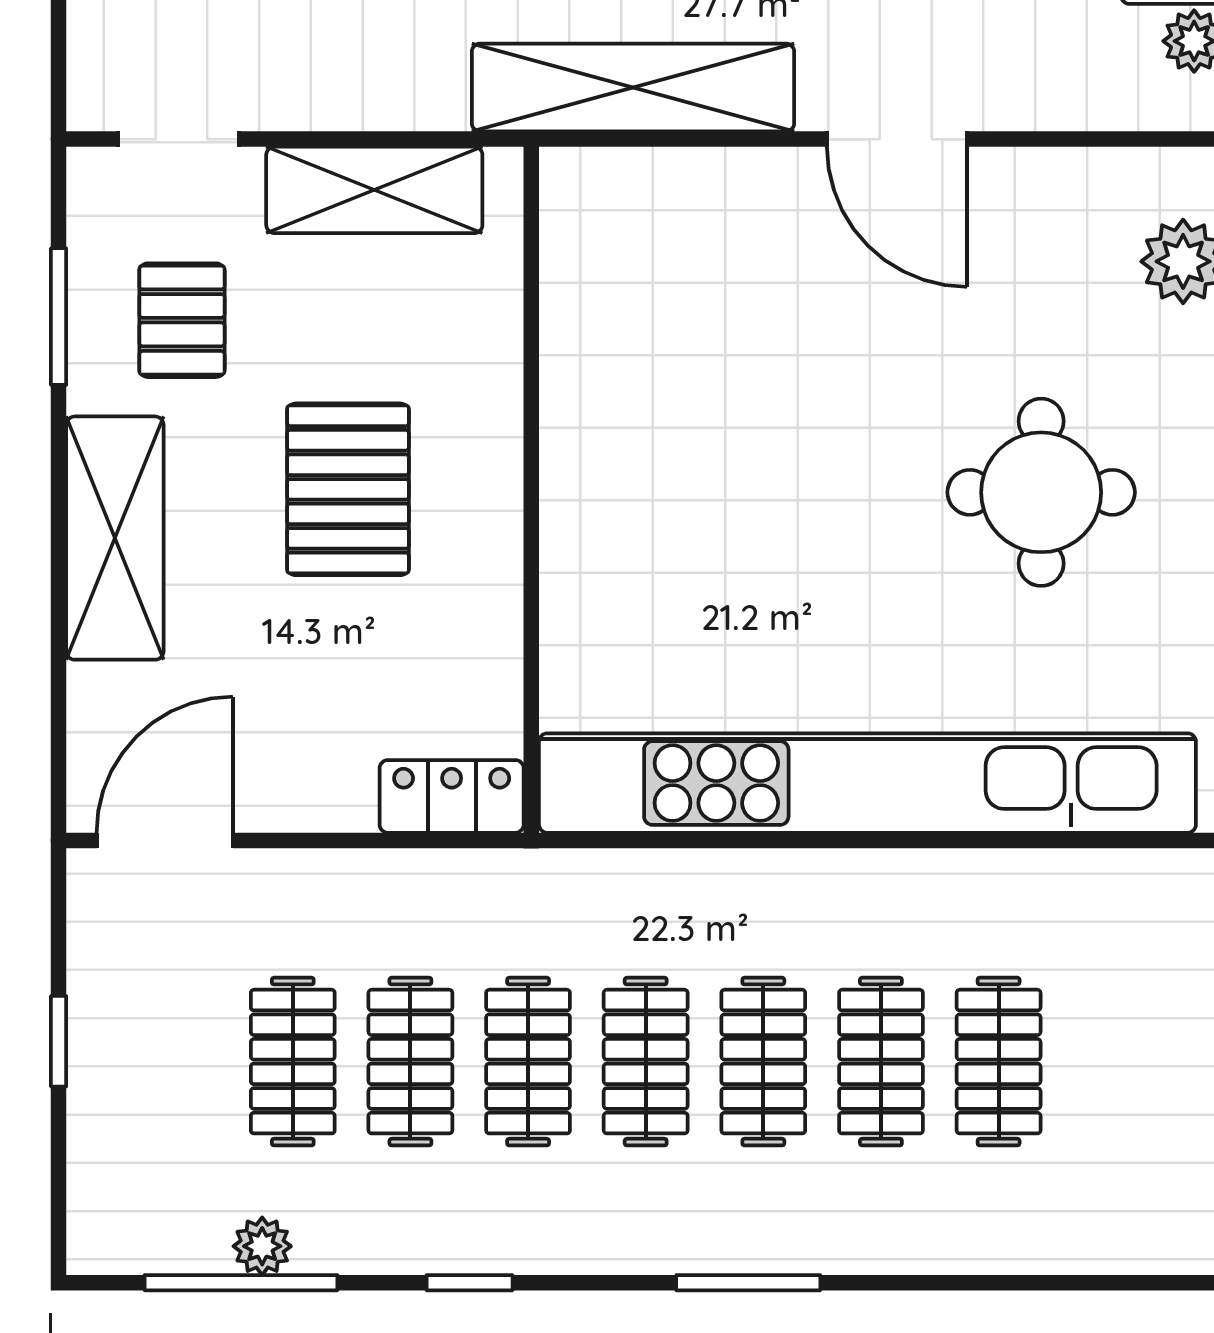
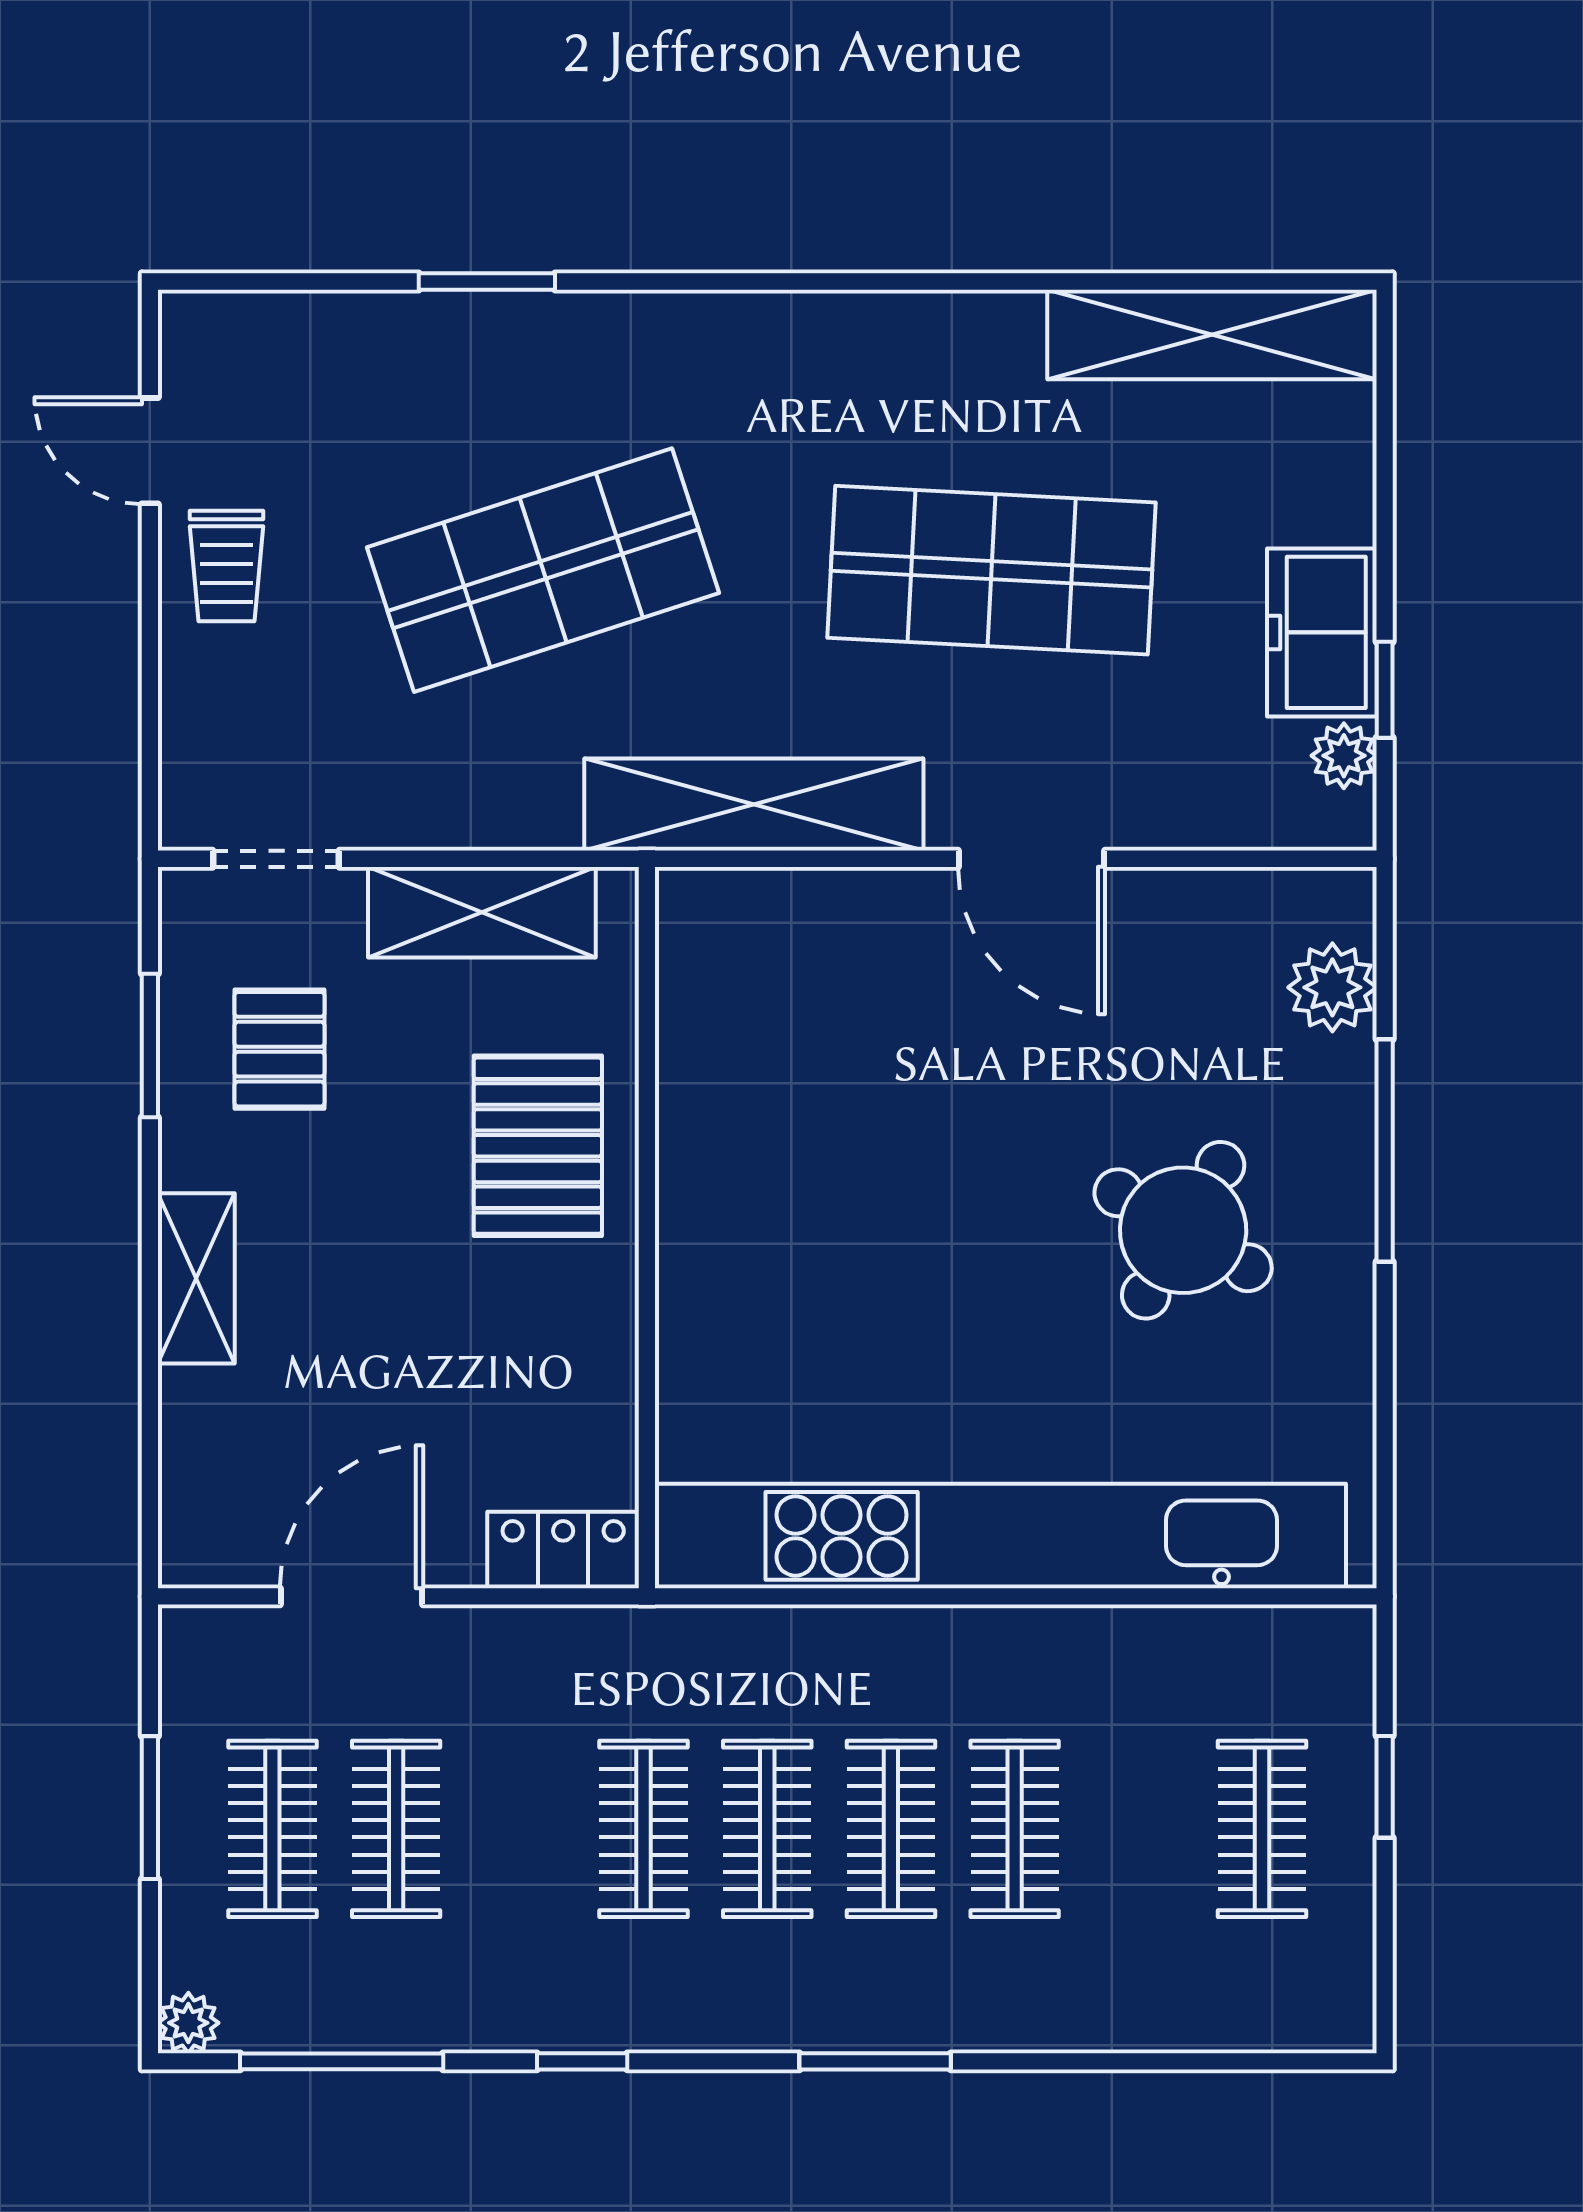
pallet: (348, 489) -> (538, 1146), moved
round table: (1041, 492) -> (1183, 1230), turned 30
shelving: (115, 538) -> (196, 1278), width x0.67, depth x0.75
door: (165, 840) -> (351, 1596), moved
window: (59, 1041) -> (150, 1808), width x1.50
clothes rail: (410, 1062) -> (272, 1829), moved
clothes rail: (999, 1062) -> (1262, 1829), moved
plant: (262, 1246) -> (188, 2023), moved

